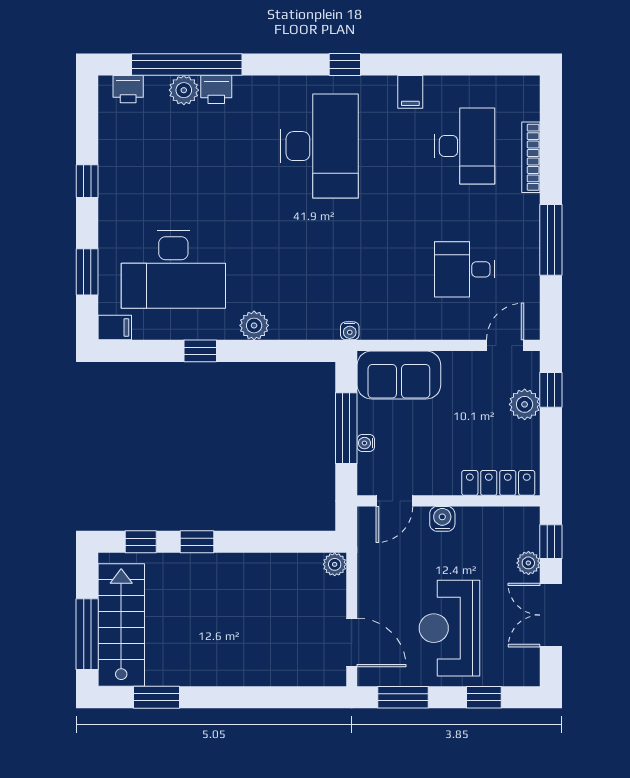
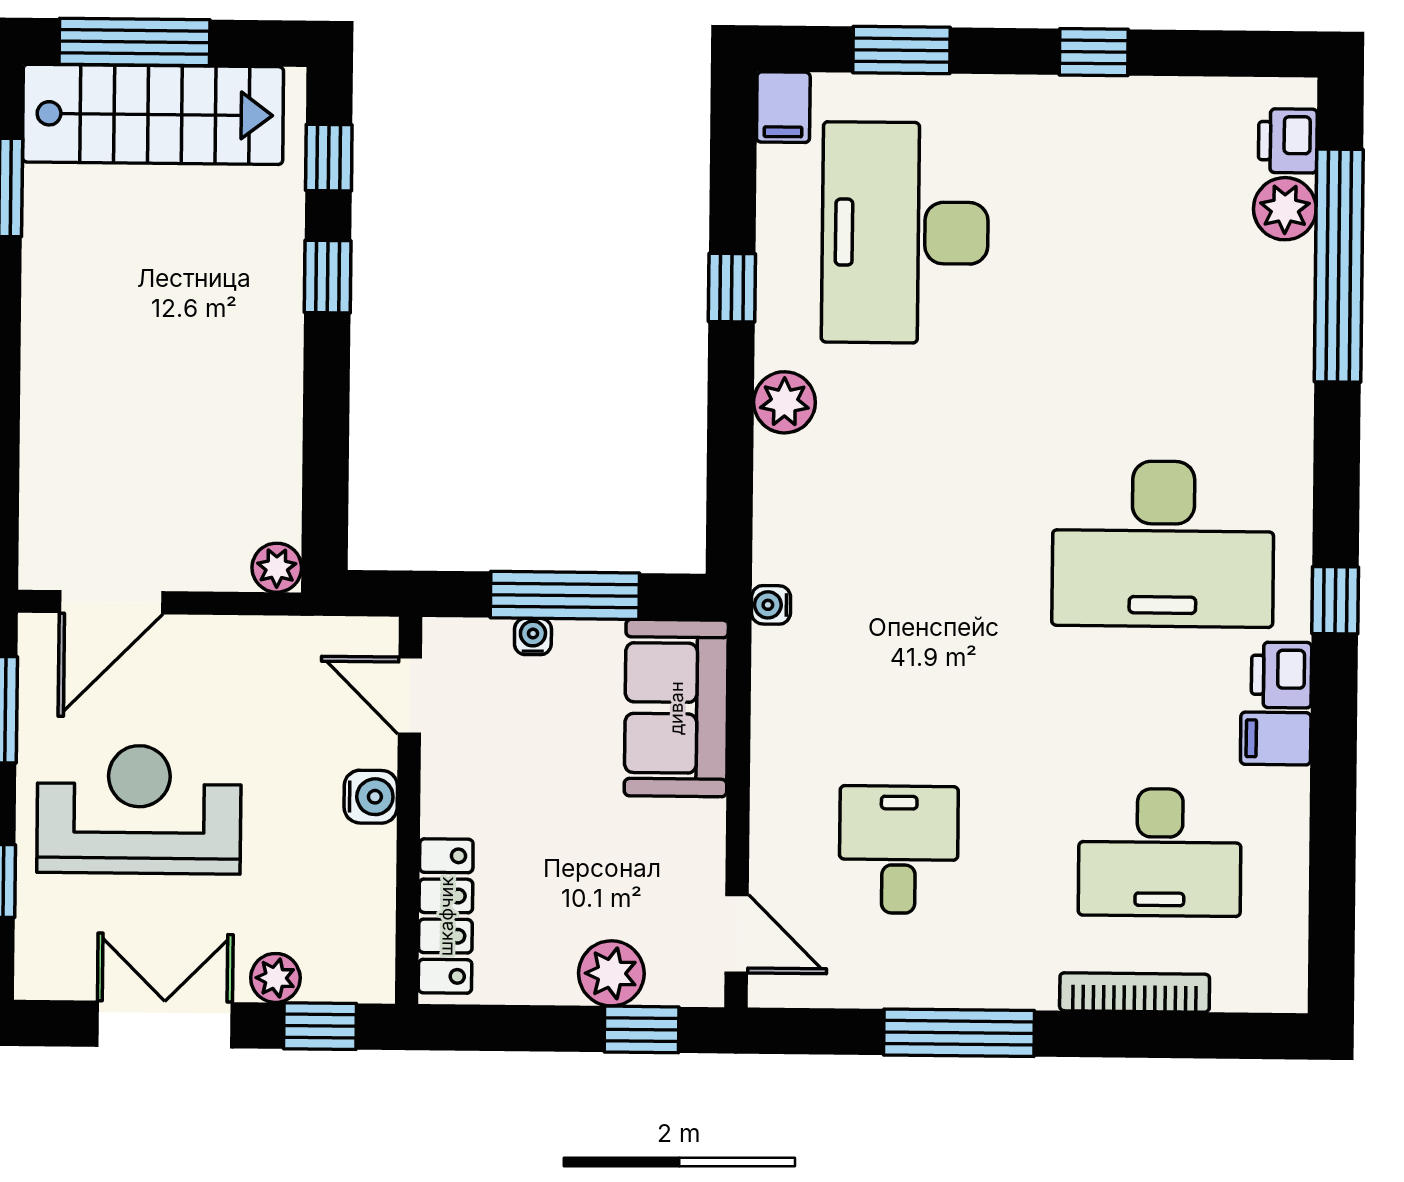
printer: (216, 89) -> (1281, 675), moved
plant: (184, 90) -> (1285, 209), moved

